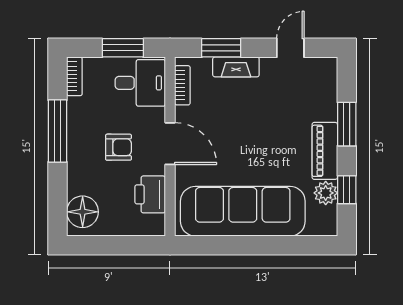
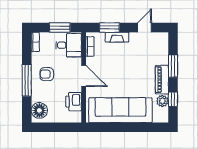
window: (58, 131) -> (27, 80), moved
armchair: (119, 147) -> (47, 74), moved, turned 180

